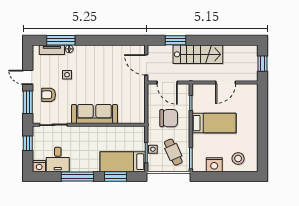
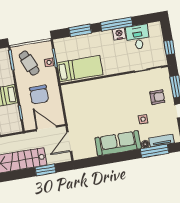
door: (146, 65) -> (69, 142), swing flipped
sofa: (95, 114) -> (118, 143), moved, turned 180
chair: (169, 118) -> (39, 95), turned -90
bed: (123, 162) -> (80, 69), moved
nightstand: (39, 166) -> (119, 34), moved

